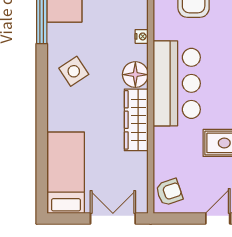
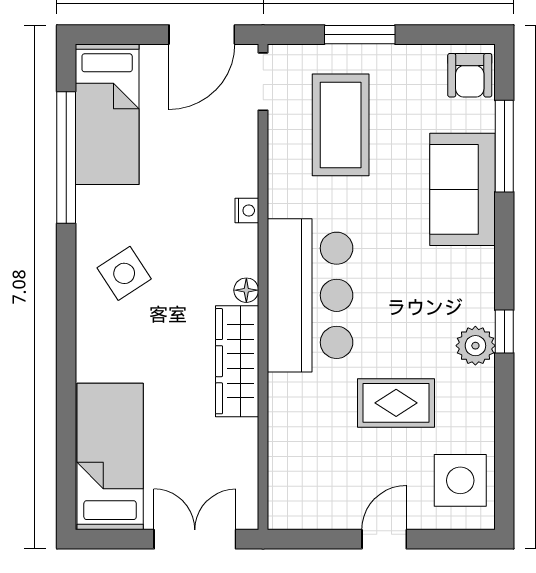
floor lamp: (135, 75) -> (246, 290), width x0.53, depth x0.53
armchair: (169, 192) -> (297, 492), removed

